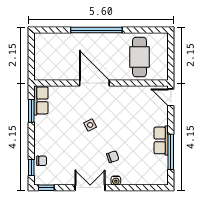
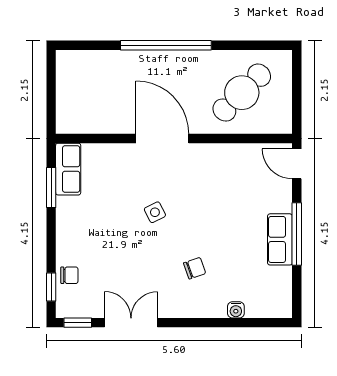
cafe table: (140, 57) -> (242, 93), turned 45
window: (171, 152) -> (297, 234), moved
water cooler: (116, 180) -> (236, 310), moved
double door: (90, 188) -> (131, 323), moved

